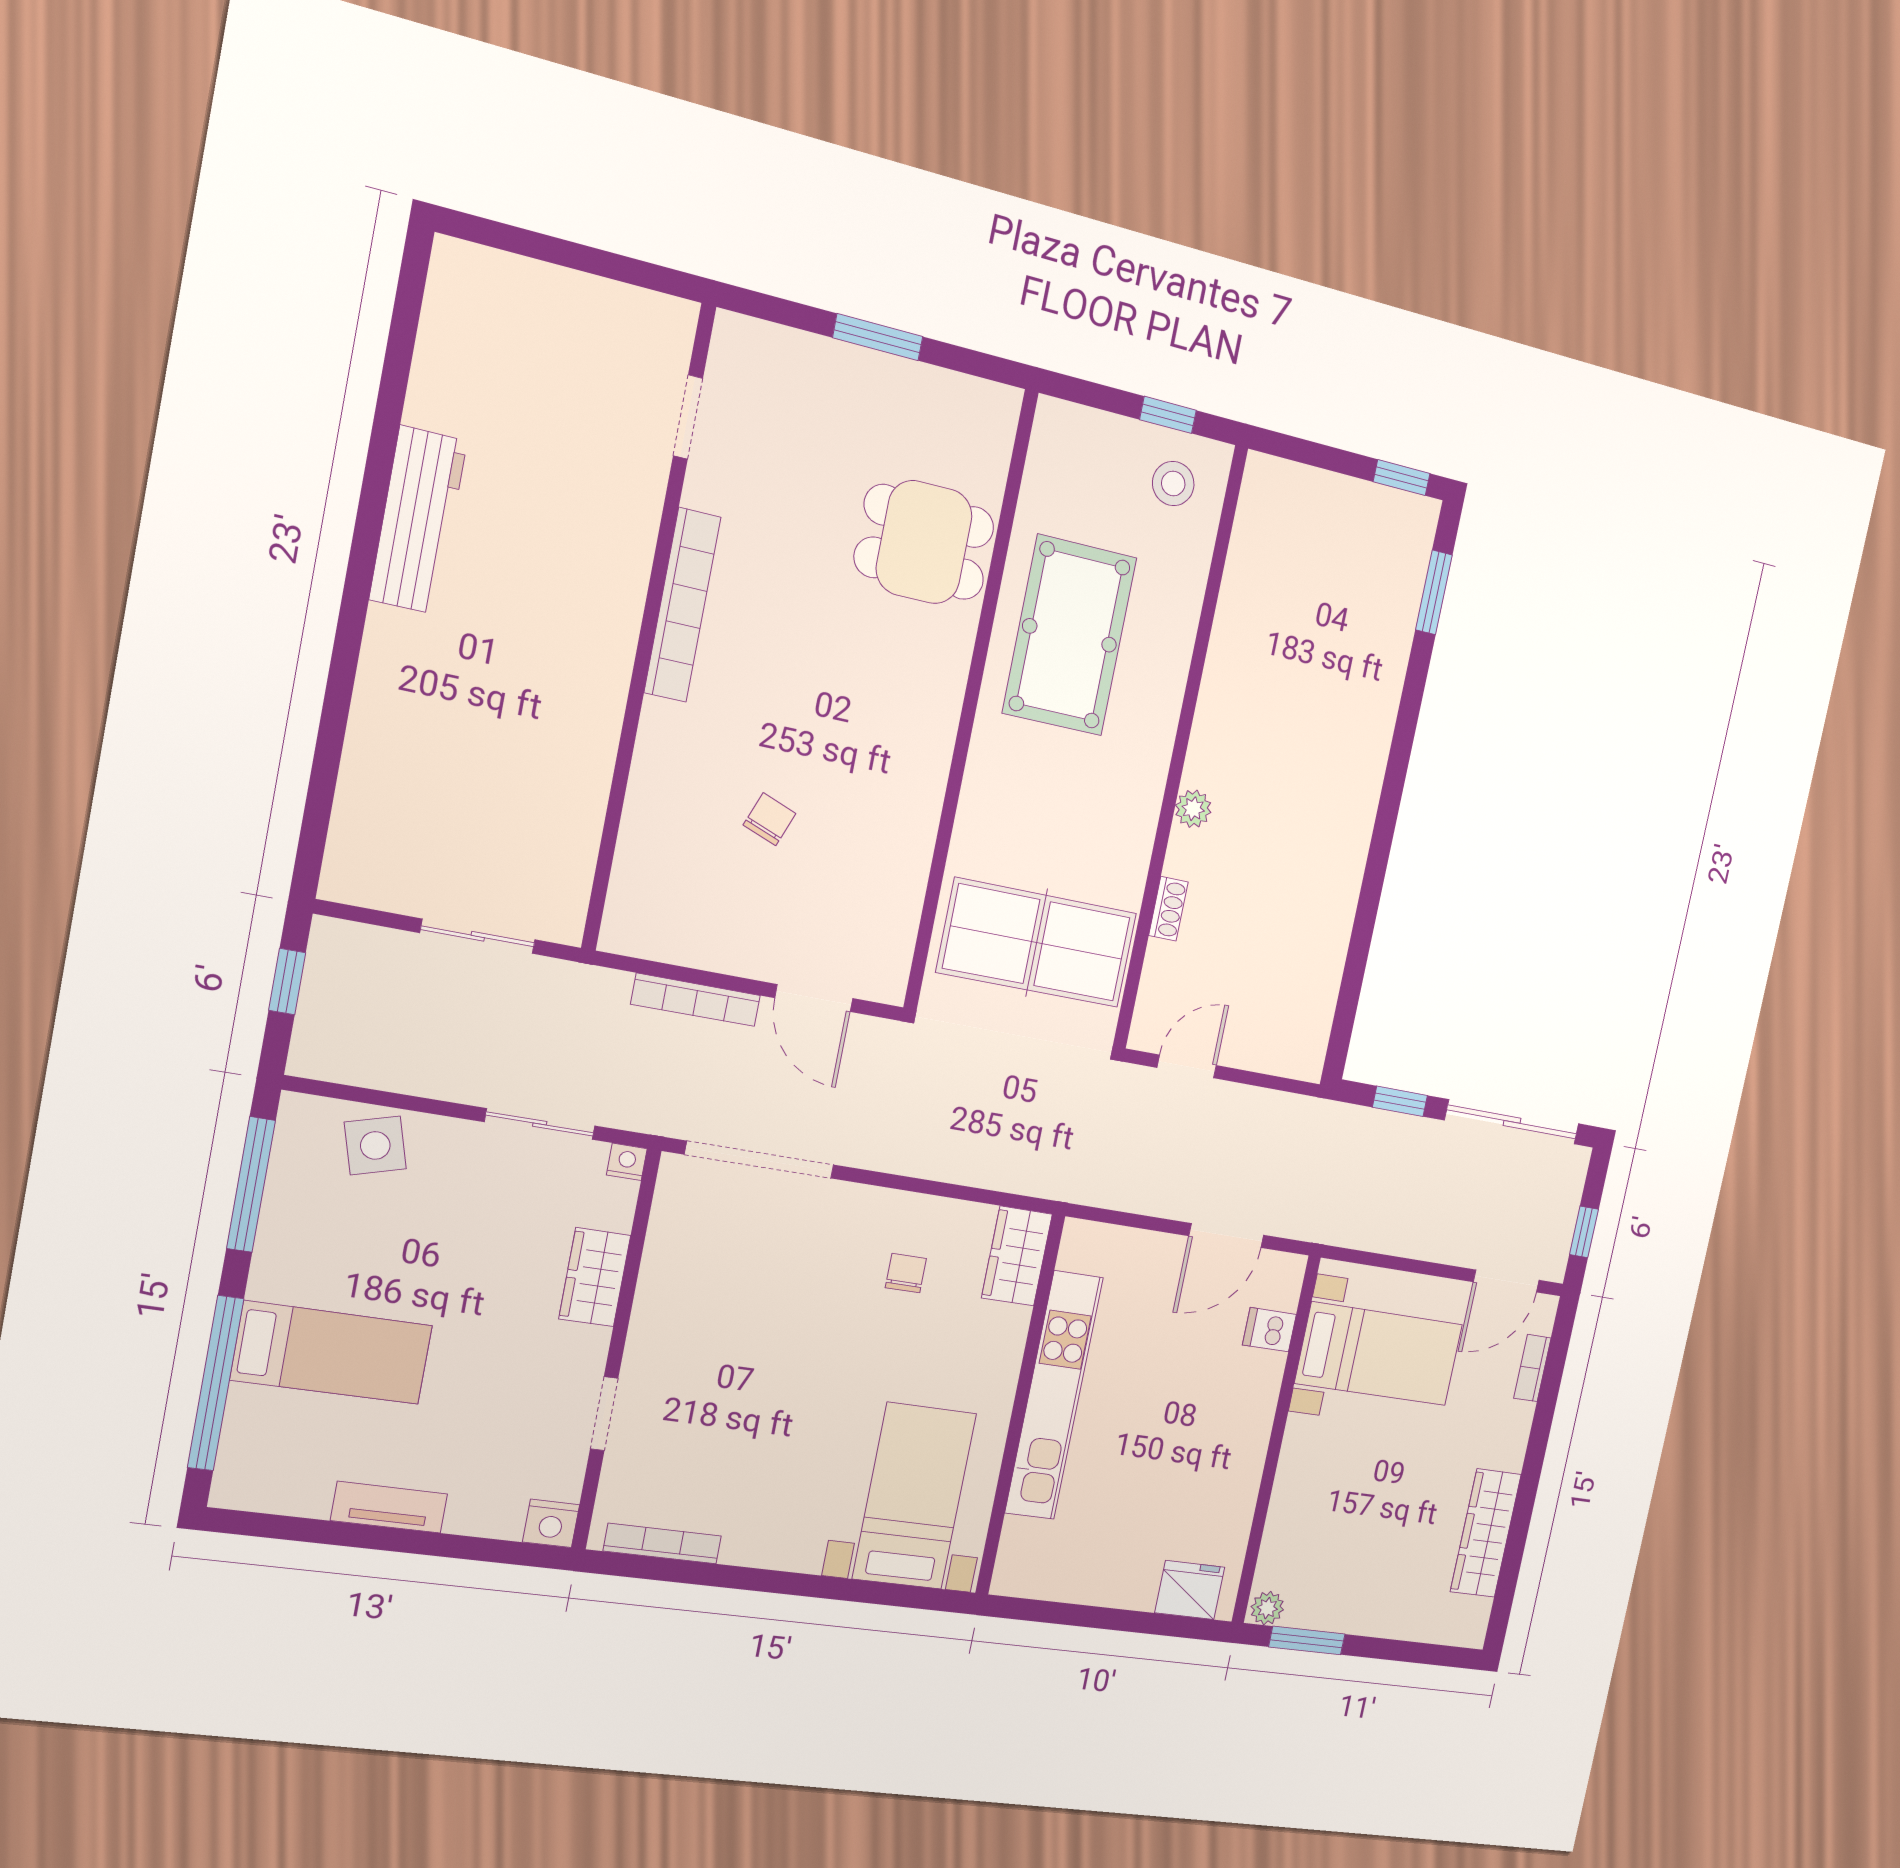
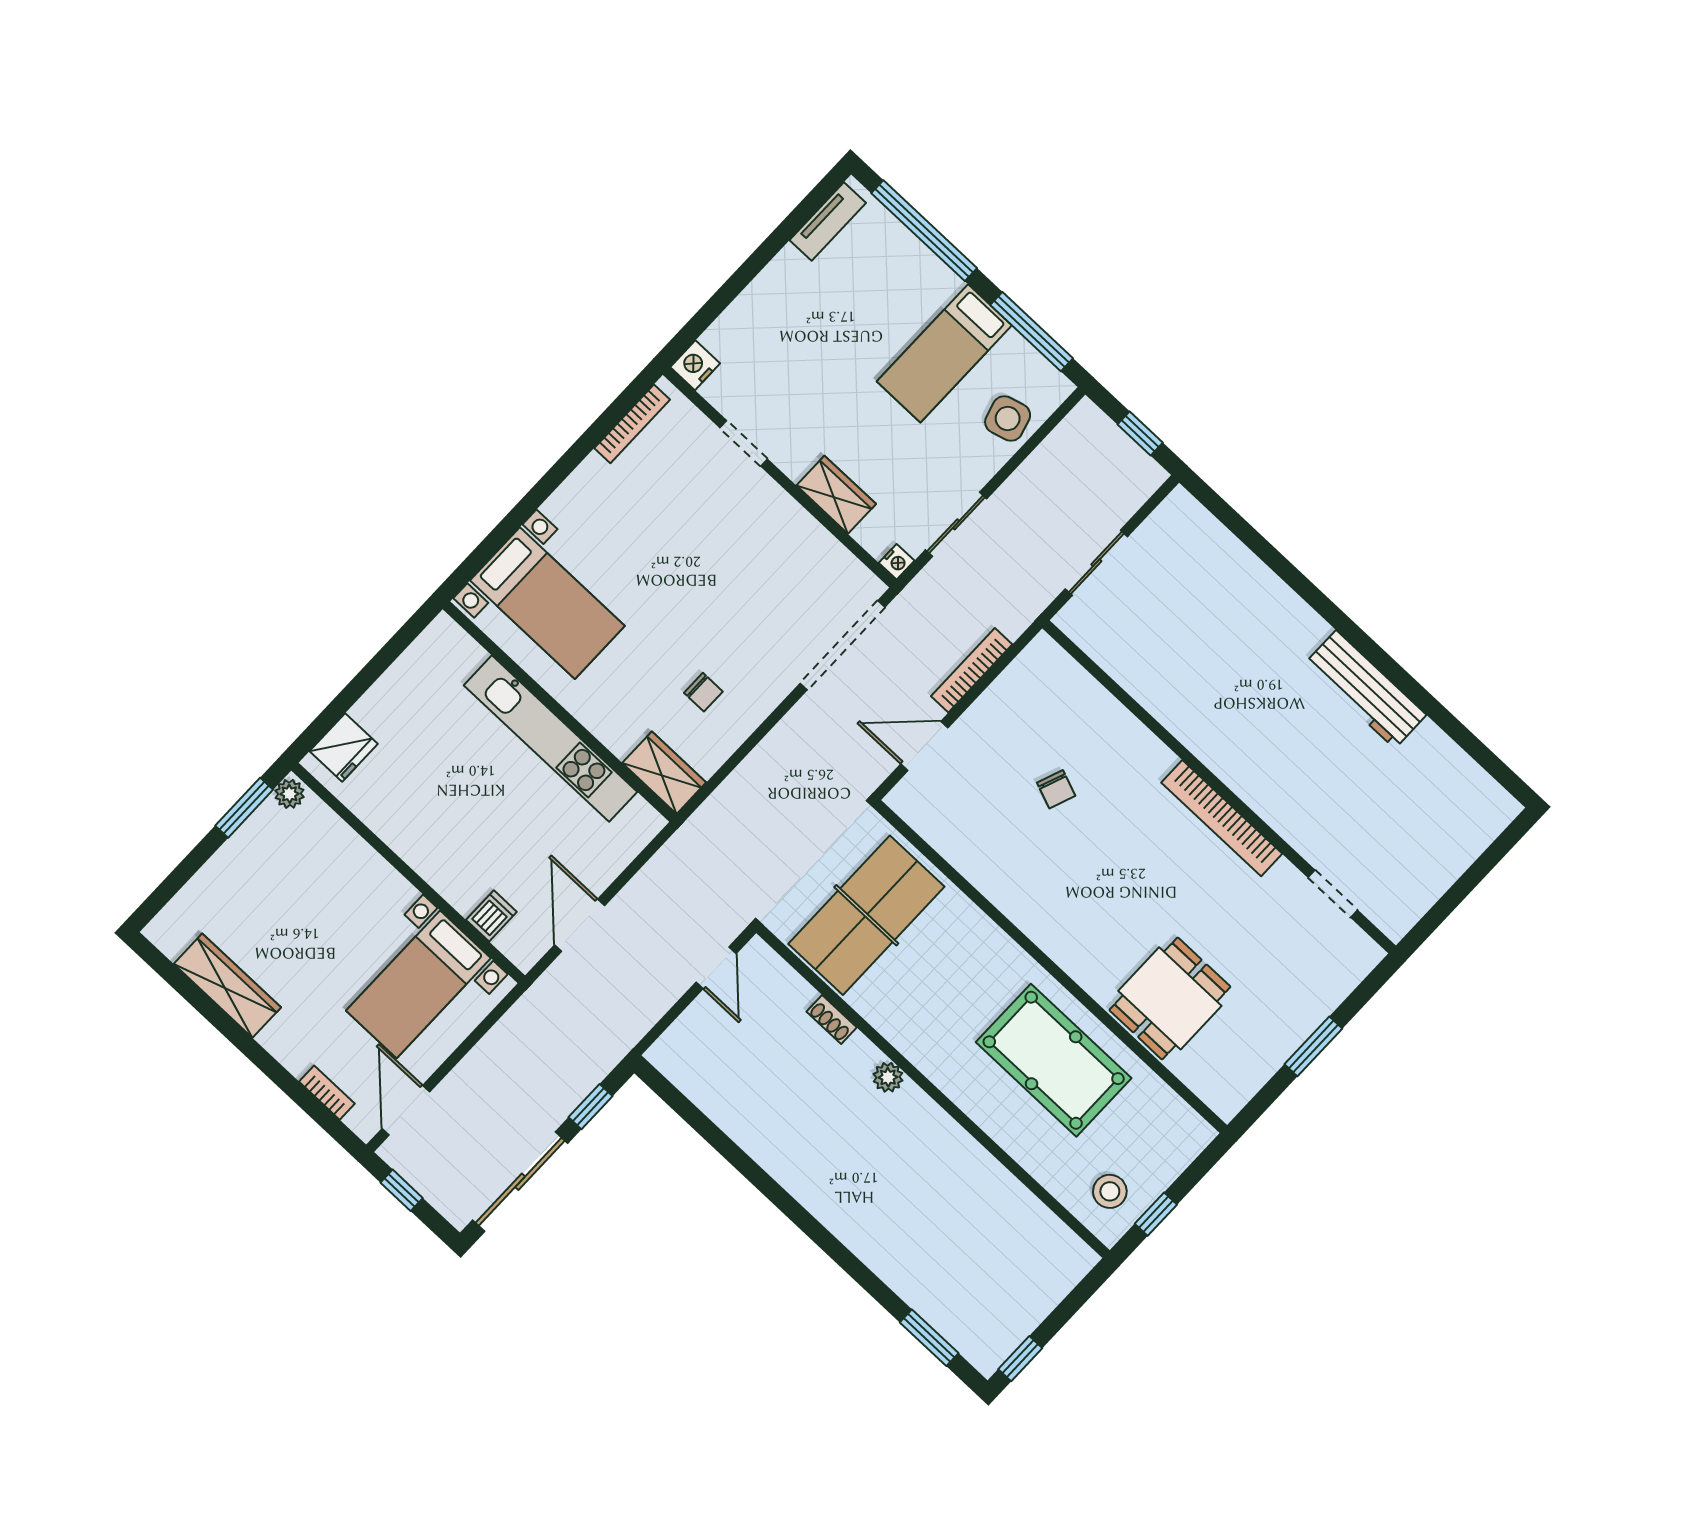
bed: (332, 1353) -> (944, 353), moved
tv unit: (389, 1507) -> (828, 221), moved

